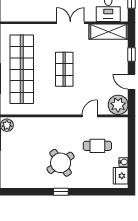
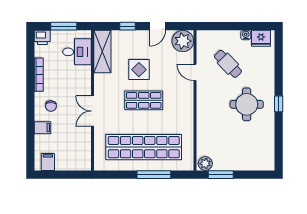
double door: (70, 23) -> (92, 111), moved
display table: (92, 65) -> (139, 70), added
cafe table: (97, 146) -> (228, 64), turned -44
round table: (61, 163) -> (247, 104), turned 35

